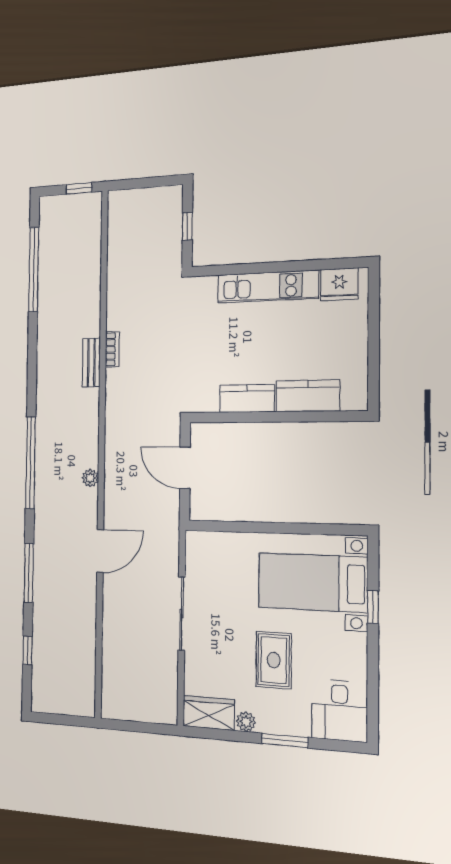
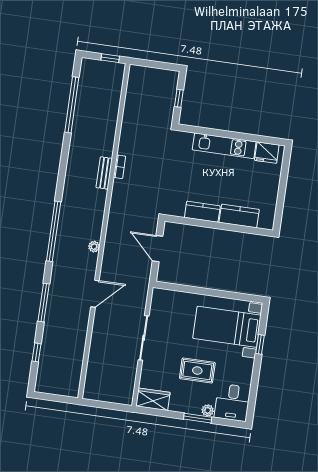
rug: (274, 660) -> (197, 371), turned 90
plant: (246, 722) -> (208, 410), moved

